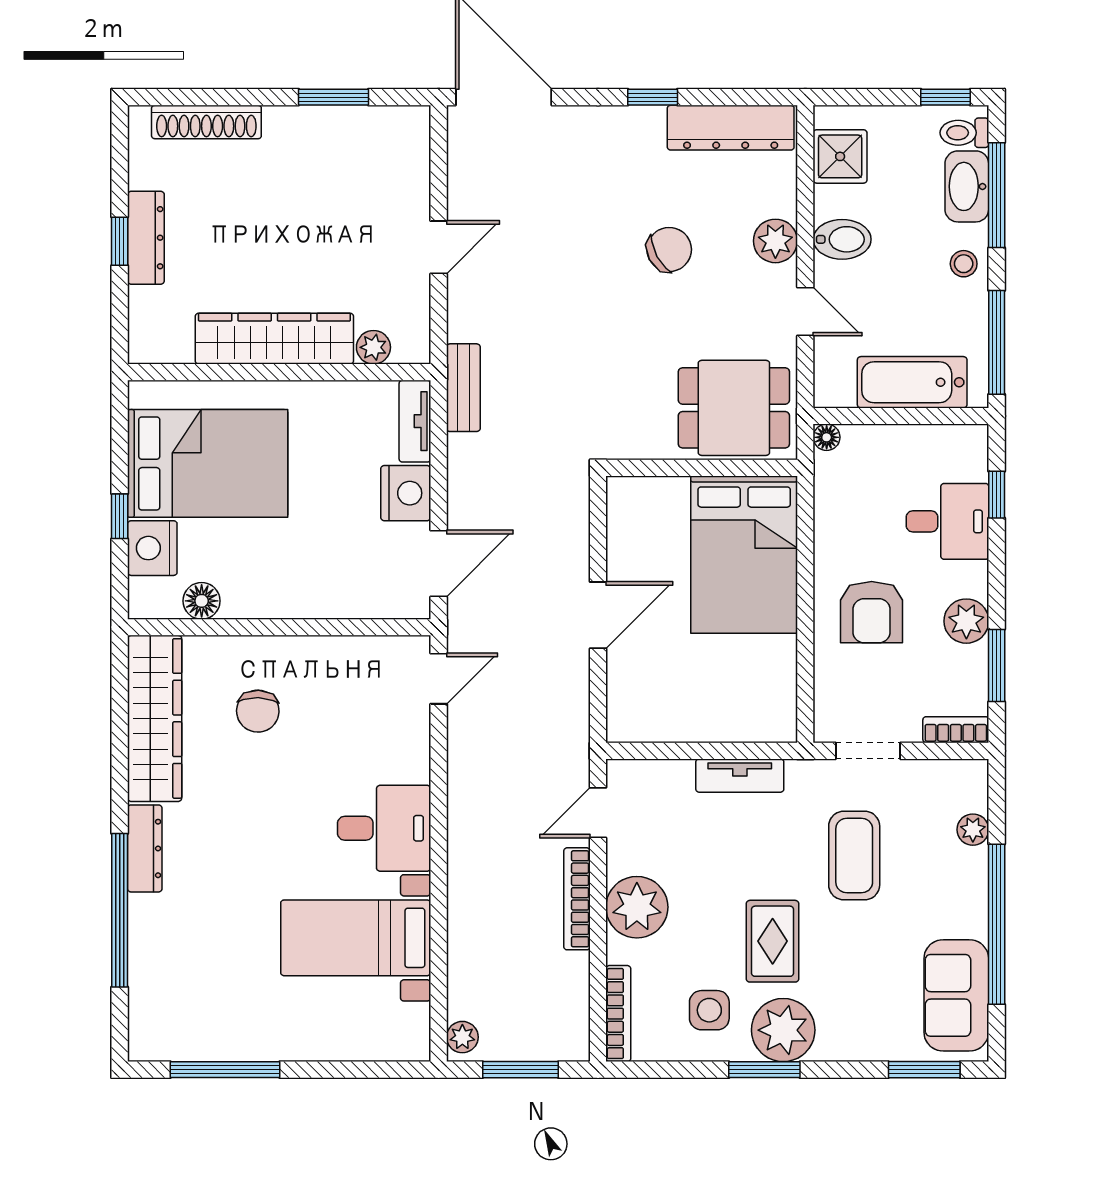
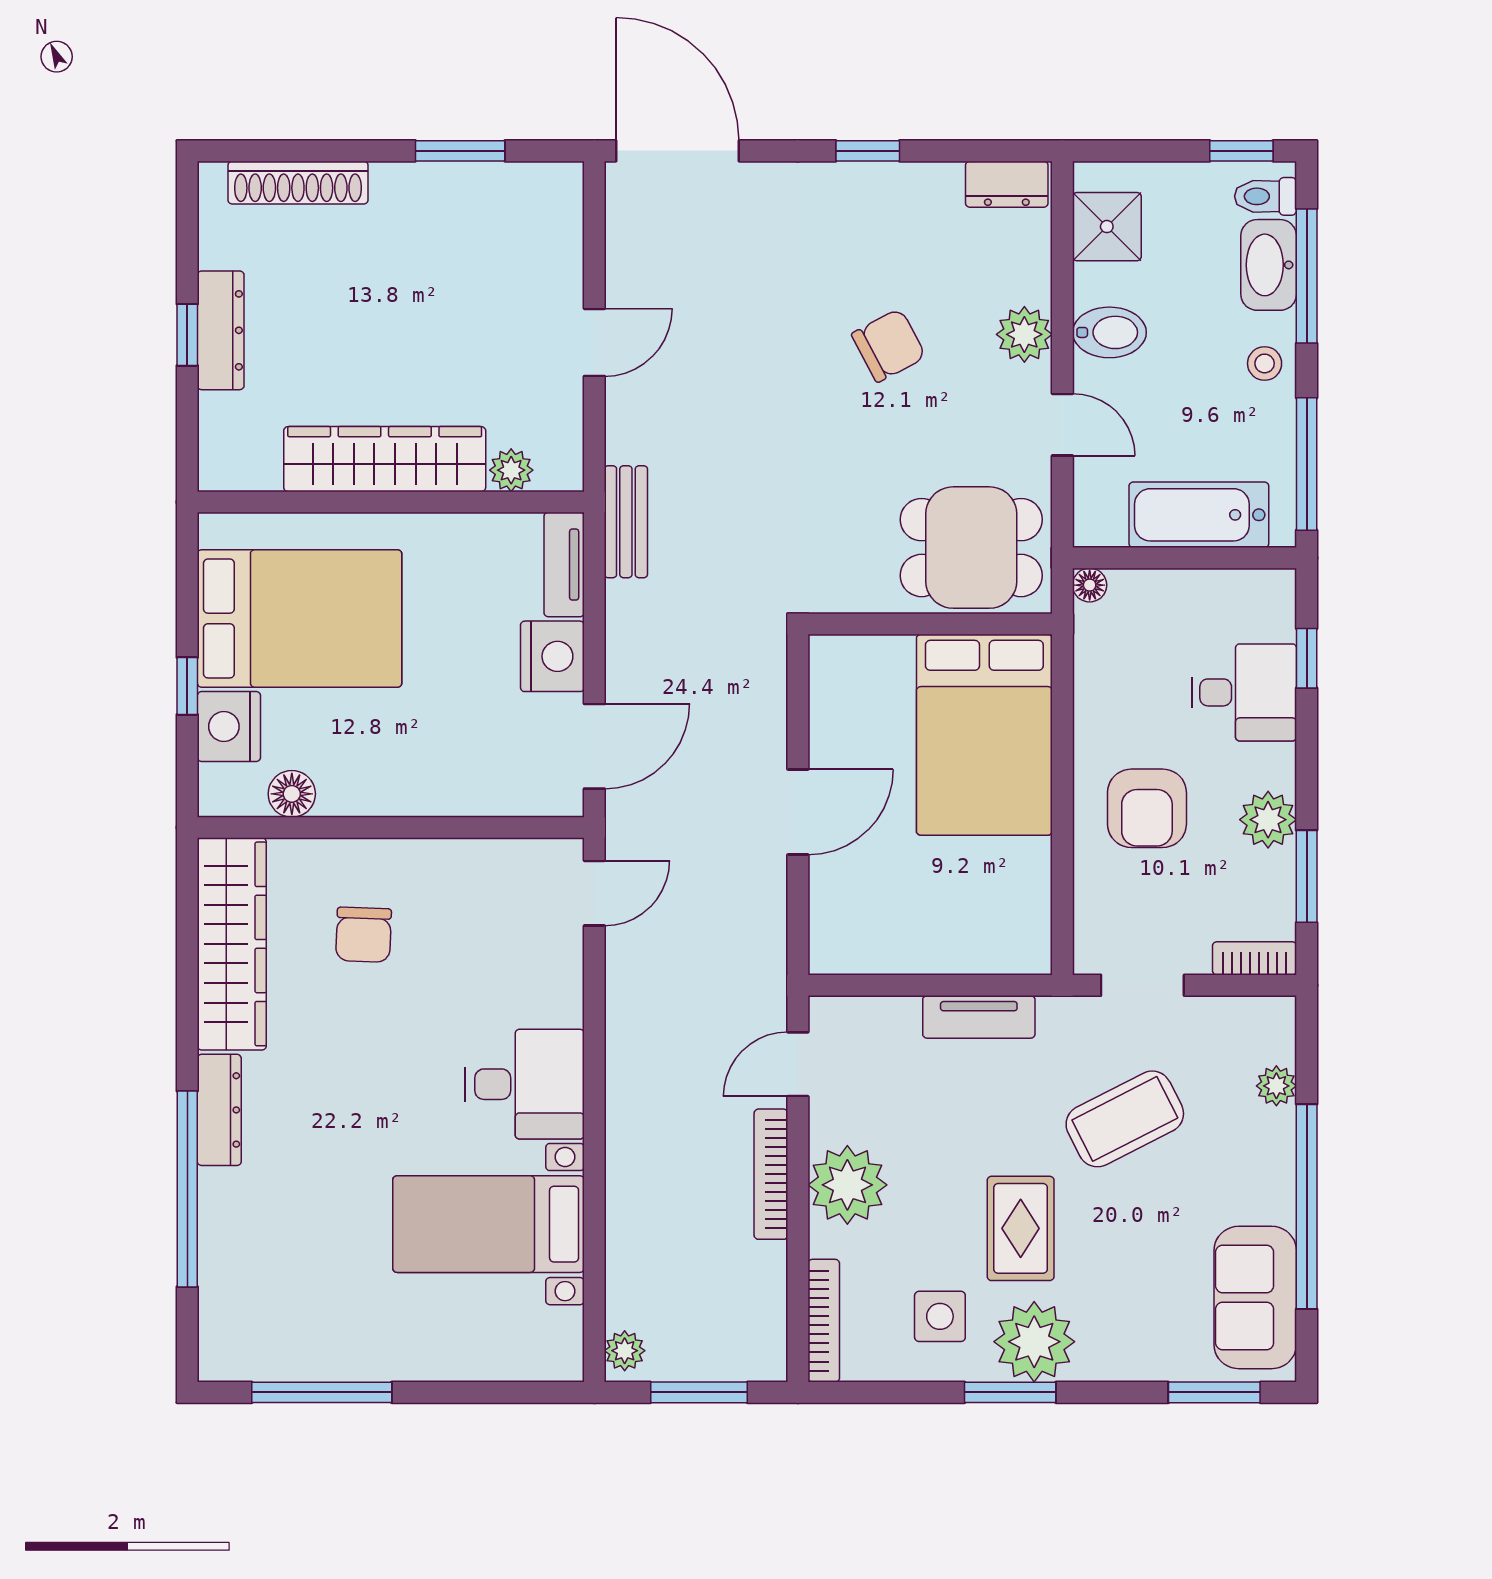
dresser: (731, 128) -> (1007, 184), width x0.51, depth x0.80
coffee table: (854, 856) -> (1125, 1119), turned 63

